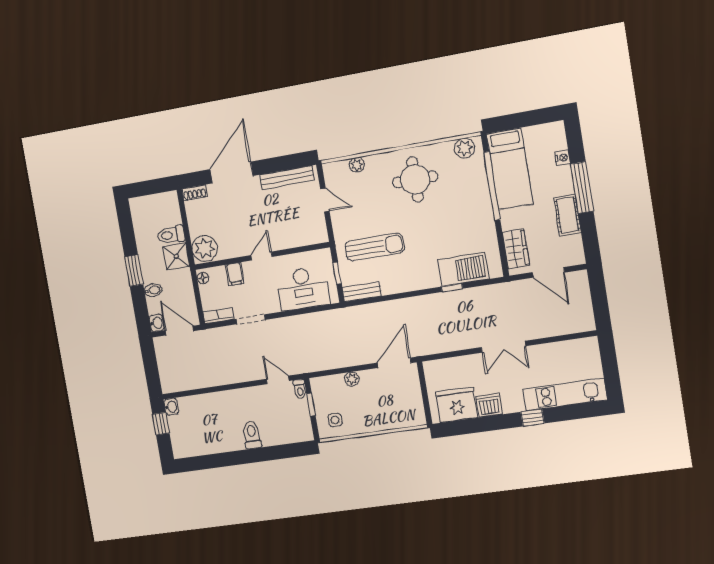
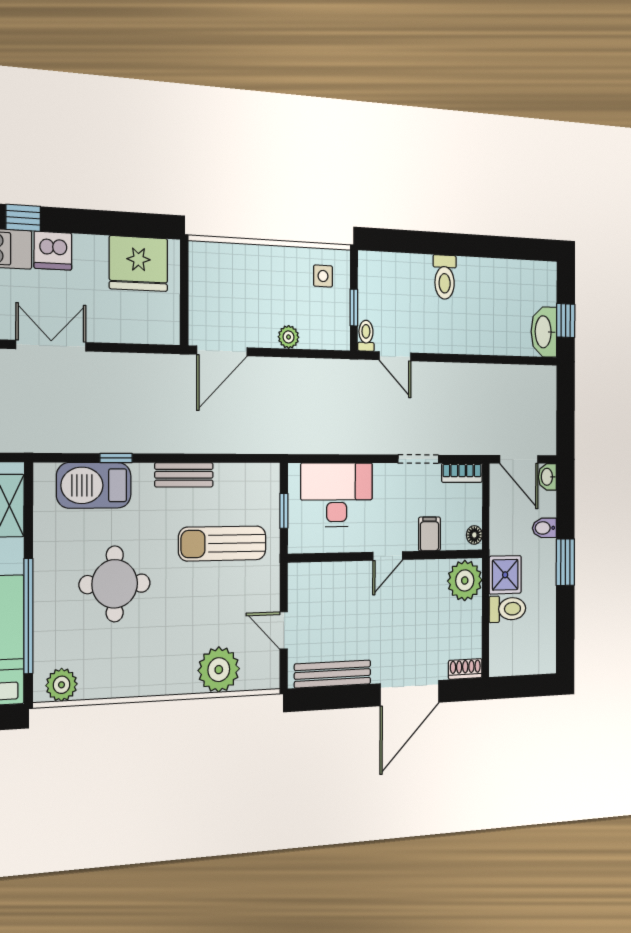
plant: (357, 165) -> (219, 670), width x1.87, depth x1.87
round table: (415, 179) -> (115, 584), moved
bench: (362, 292) -> (184, 475), moved
dishwasher: (489, 405) -> (53, 251), moved
washbasin: (171, 407) -> (544, 332), width x1.91, depth x1.45

